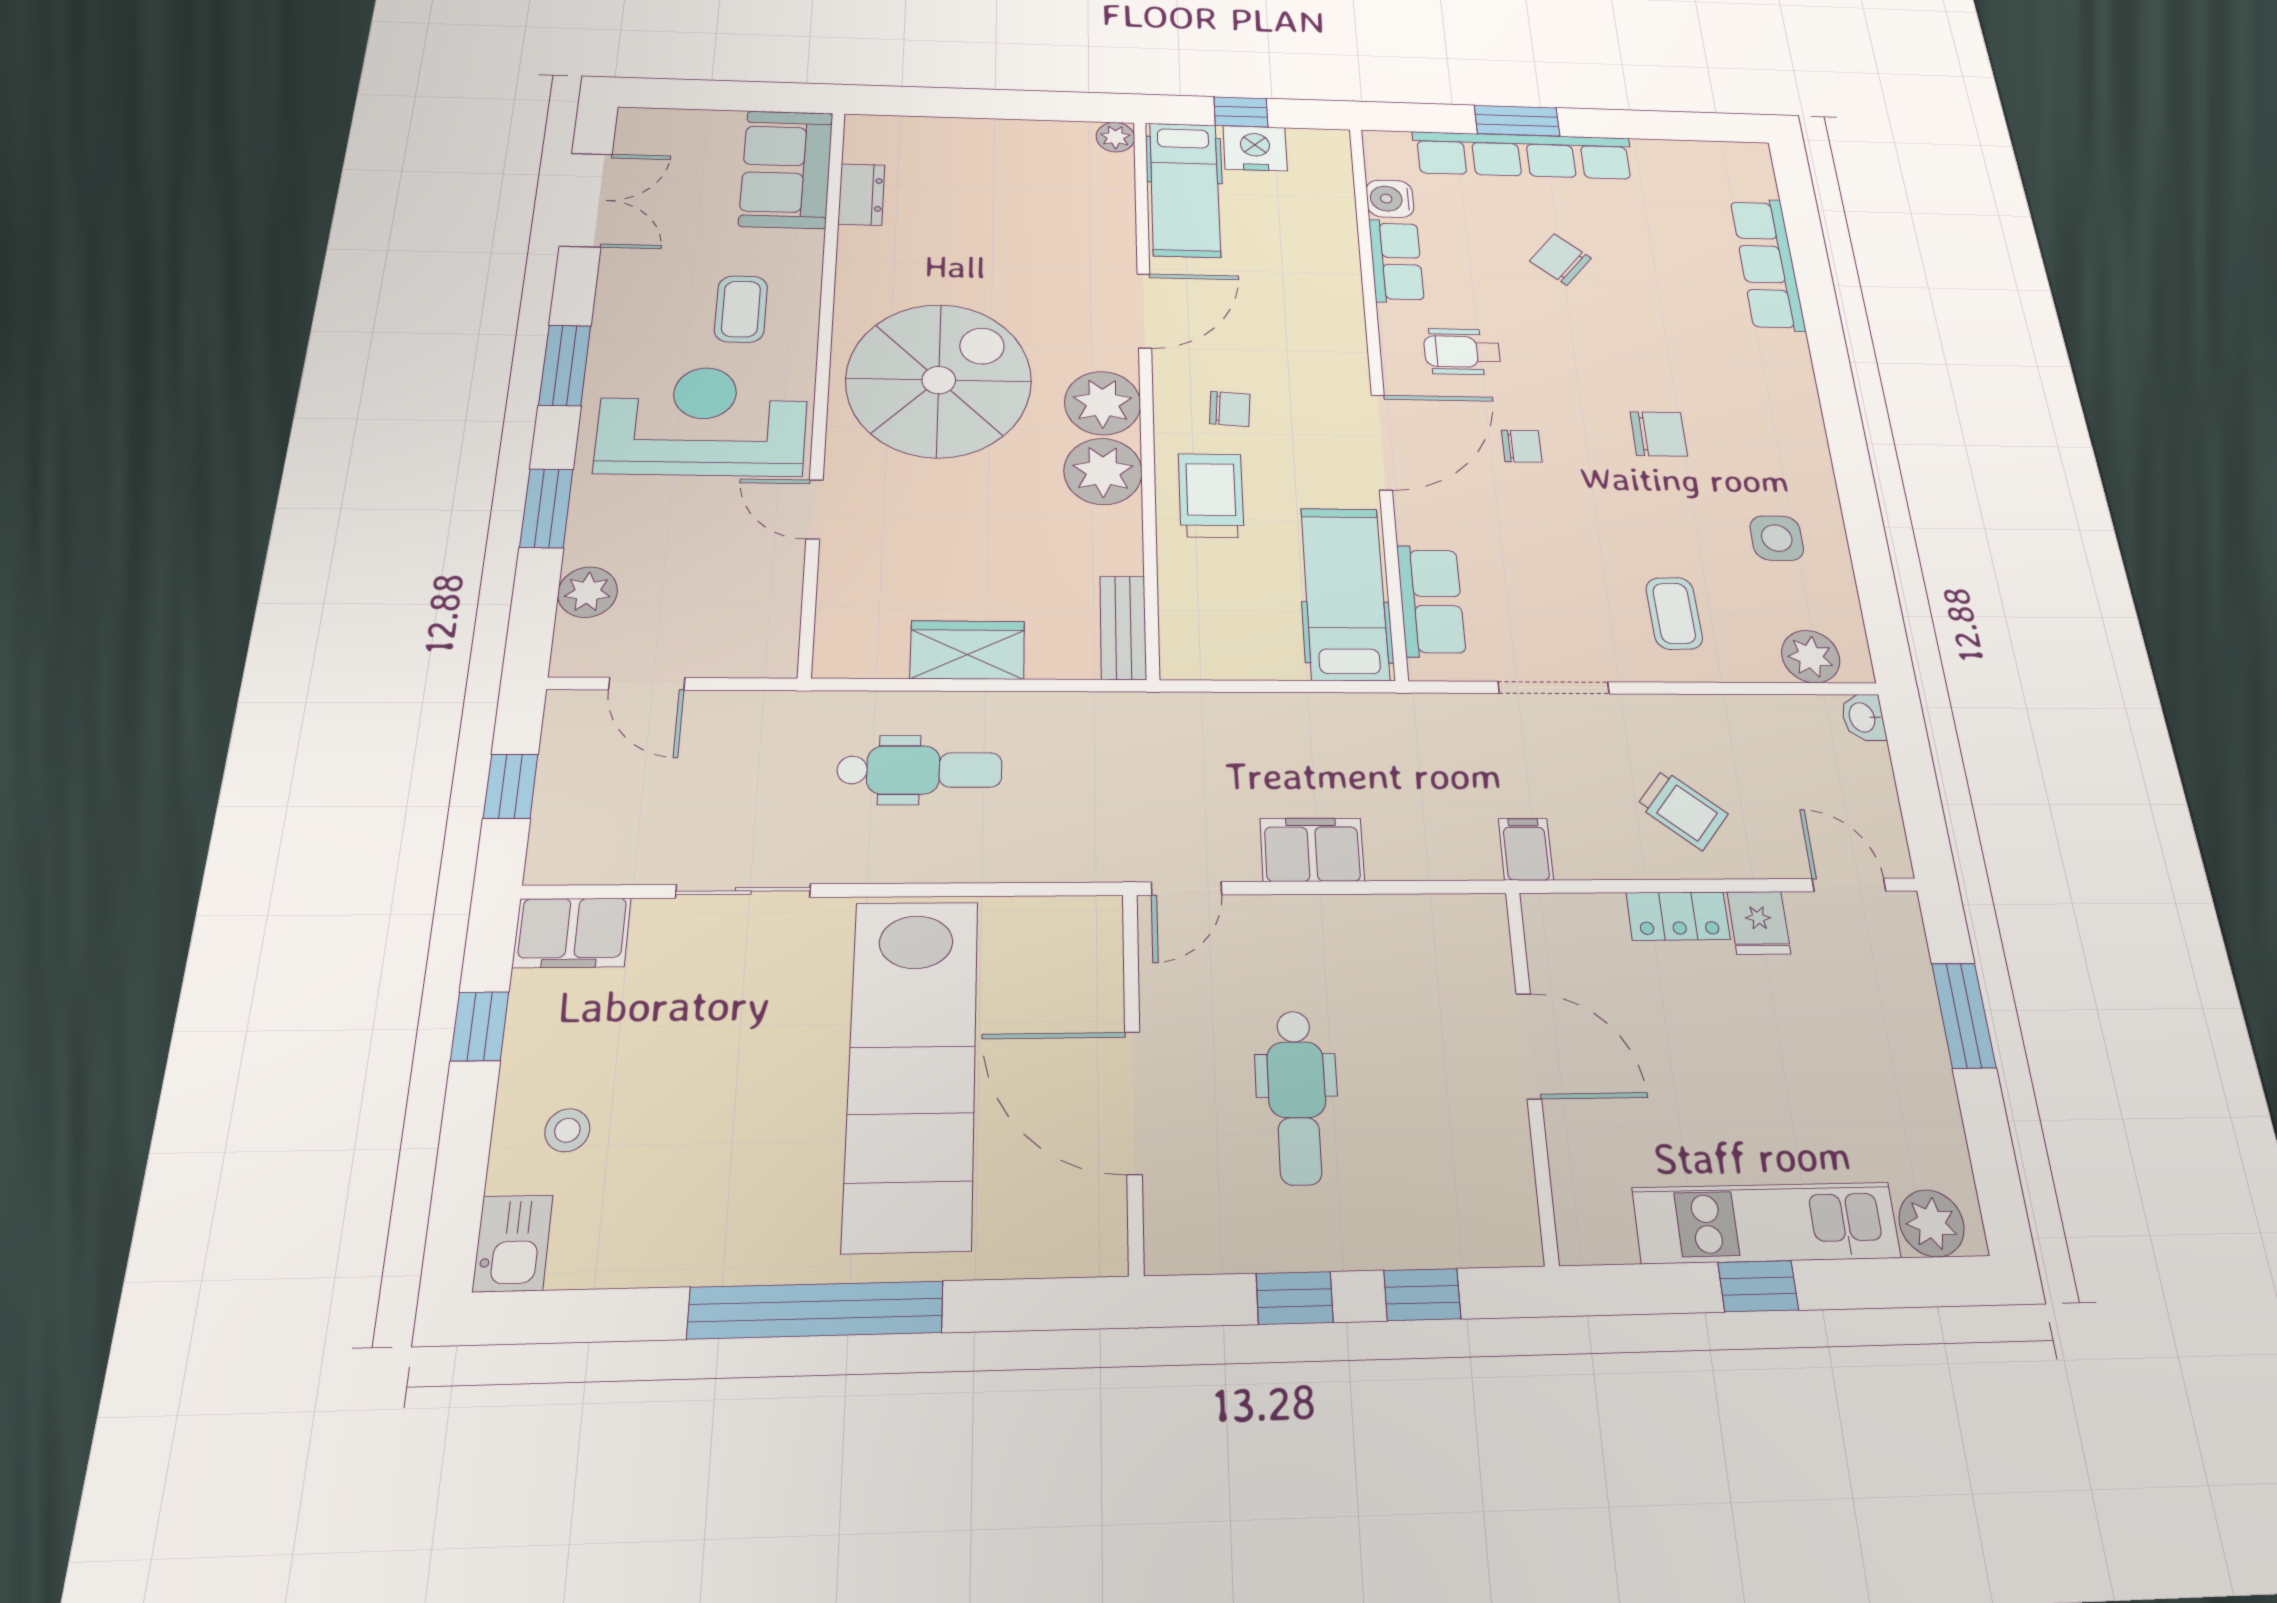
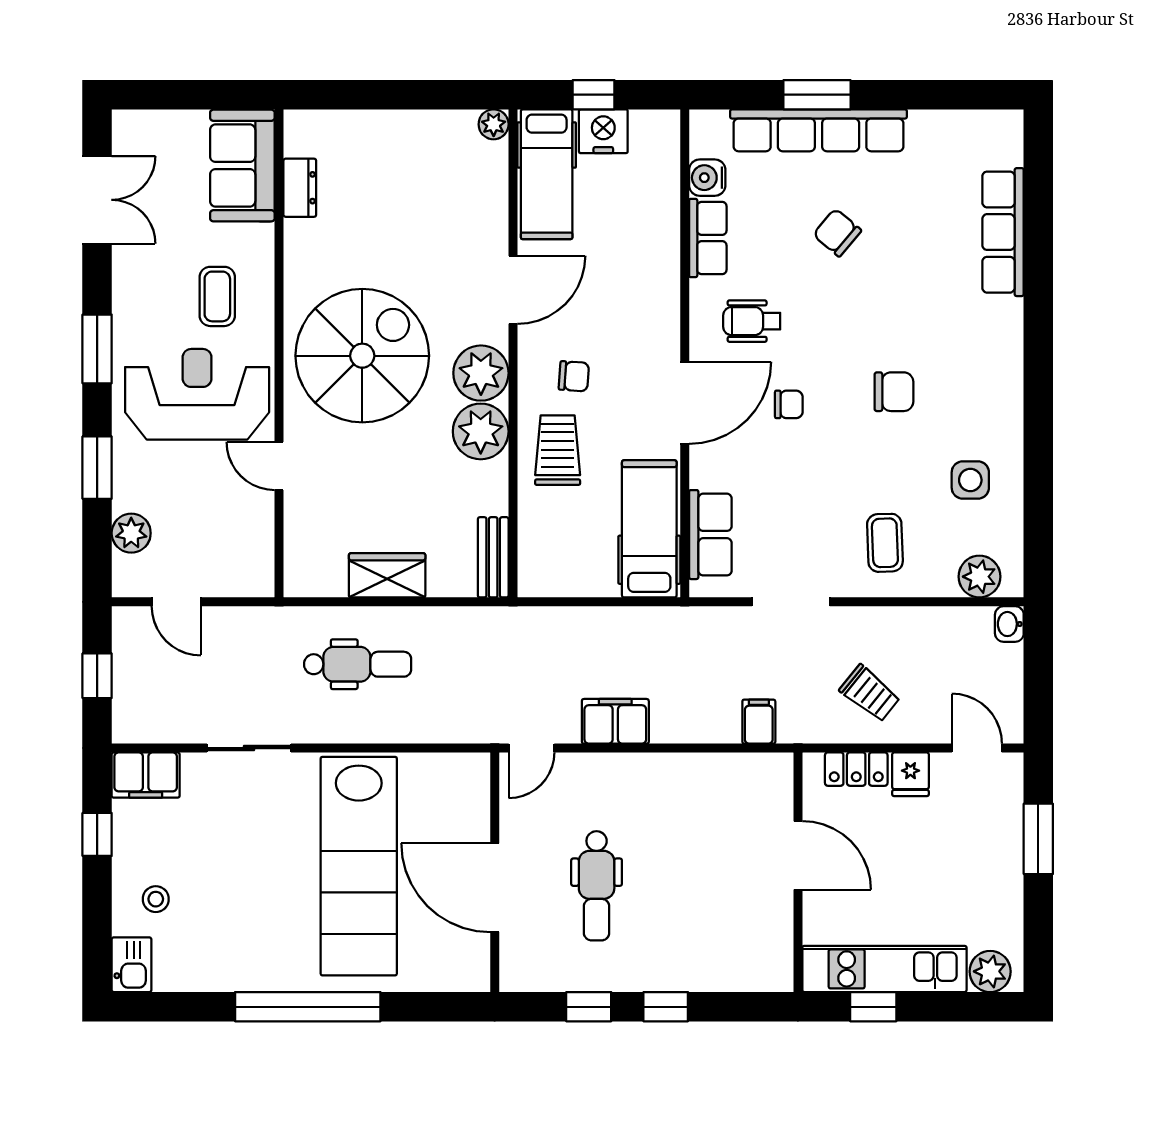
door: (1529, 1046) -> (798, 855), moved
wall: (1532, 1072) -> (798, 872), moved

